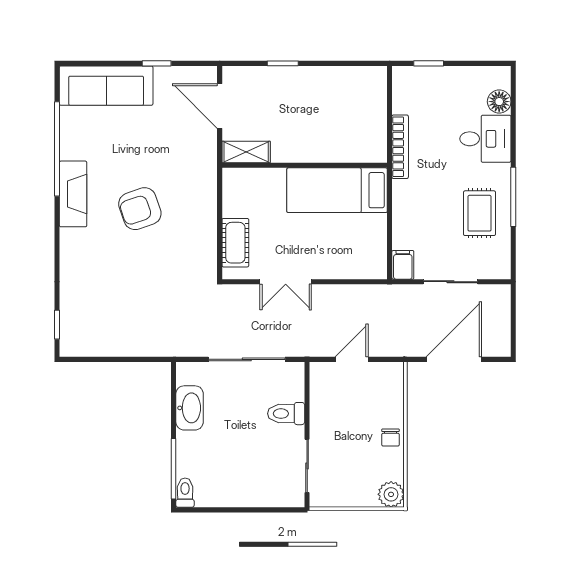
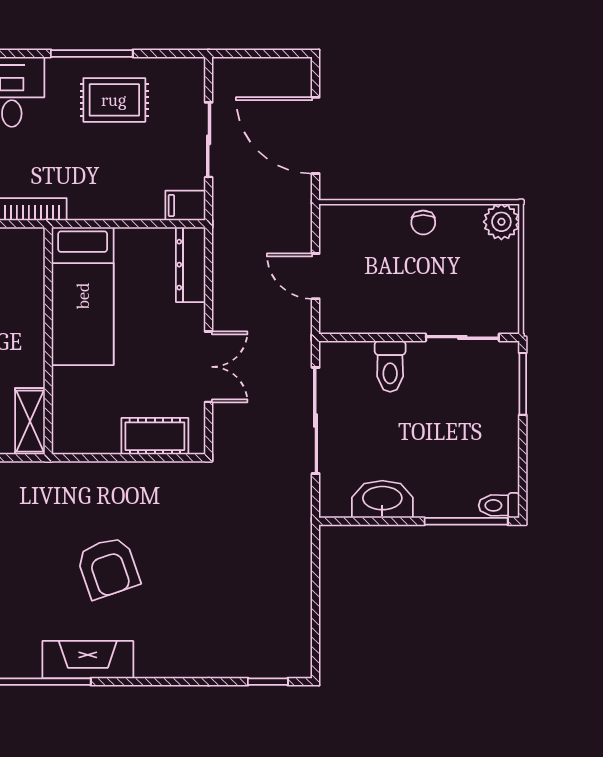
dresser: (360, 269) -> (191, 265), added
chair: (390, 438) -> (423, 222), turned 90
window: (273, 510) -> (523, 384), added

